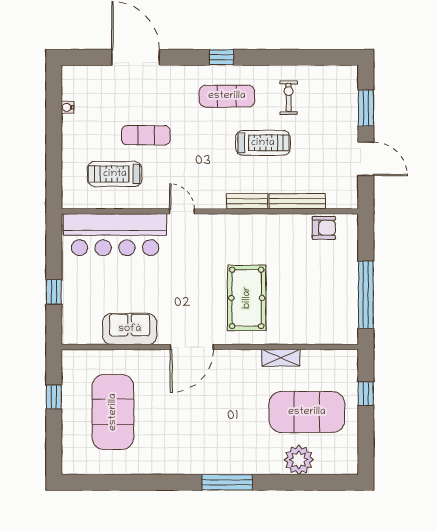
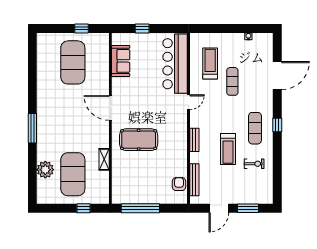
bench: (297, 201) -> (194, 180), moved
armchair: (324, 228) -> (179, 184), turned 180
sofa: (130, 329) -> (121, 61), moved
exercise mat: (113, 412) -> (73, 62), turned 90

